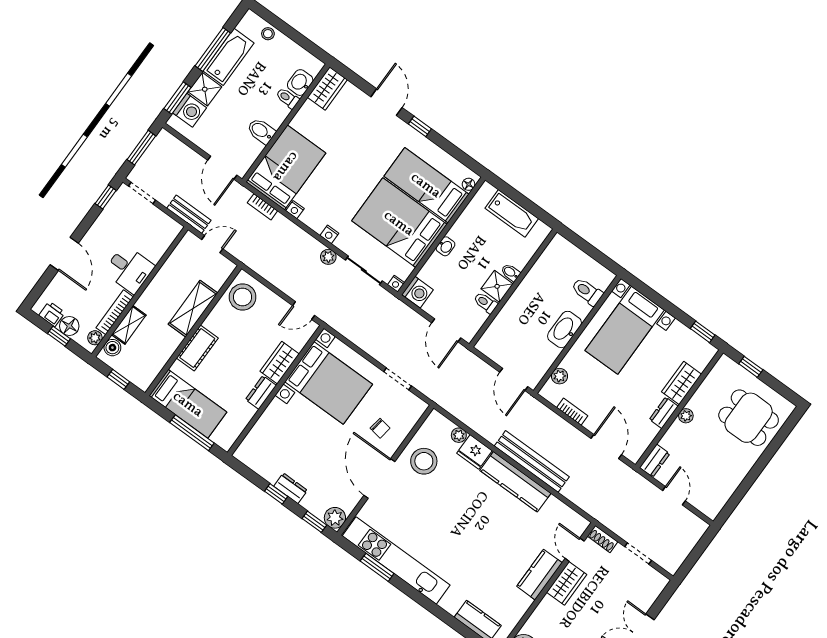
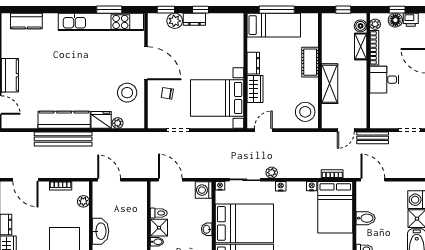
bed: (188, 404) -> (274, 25), moved, turned 180
plant: (335, 518) -> (175, 21), moved

